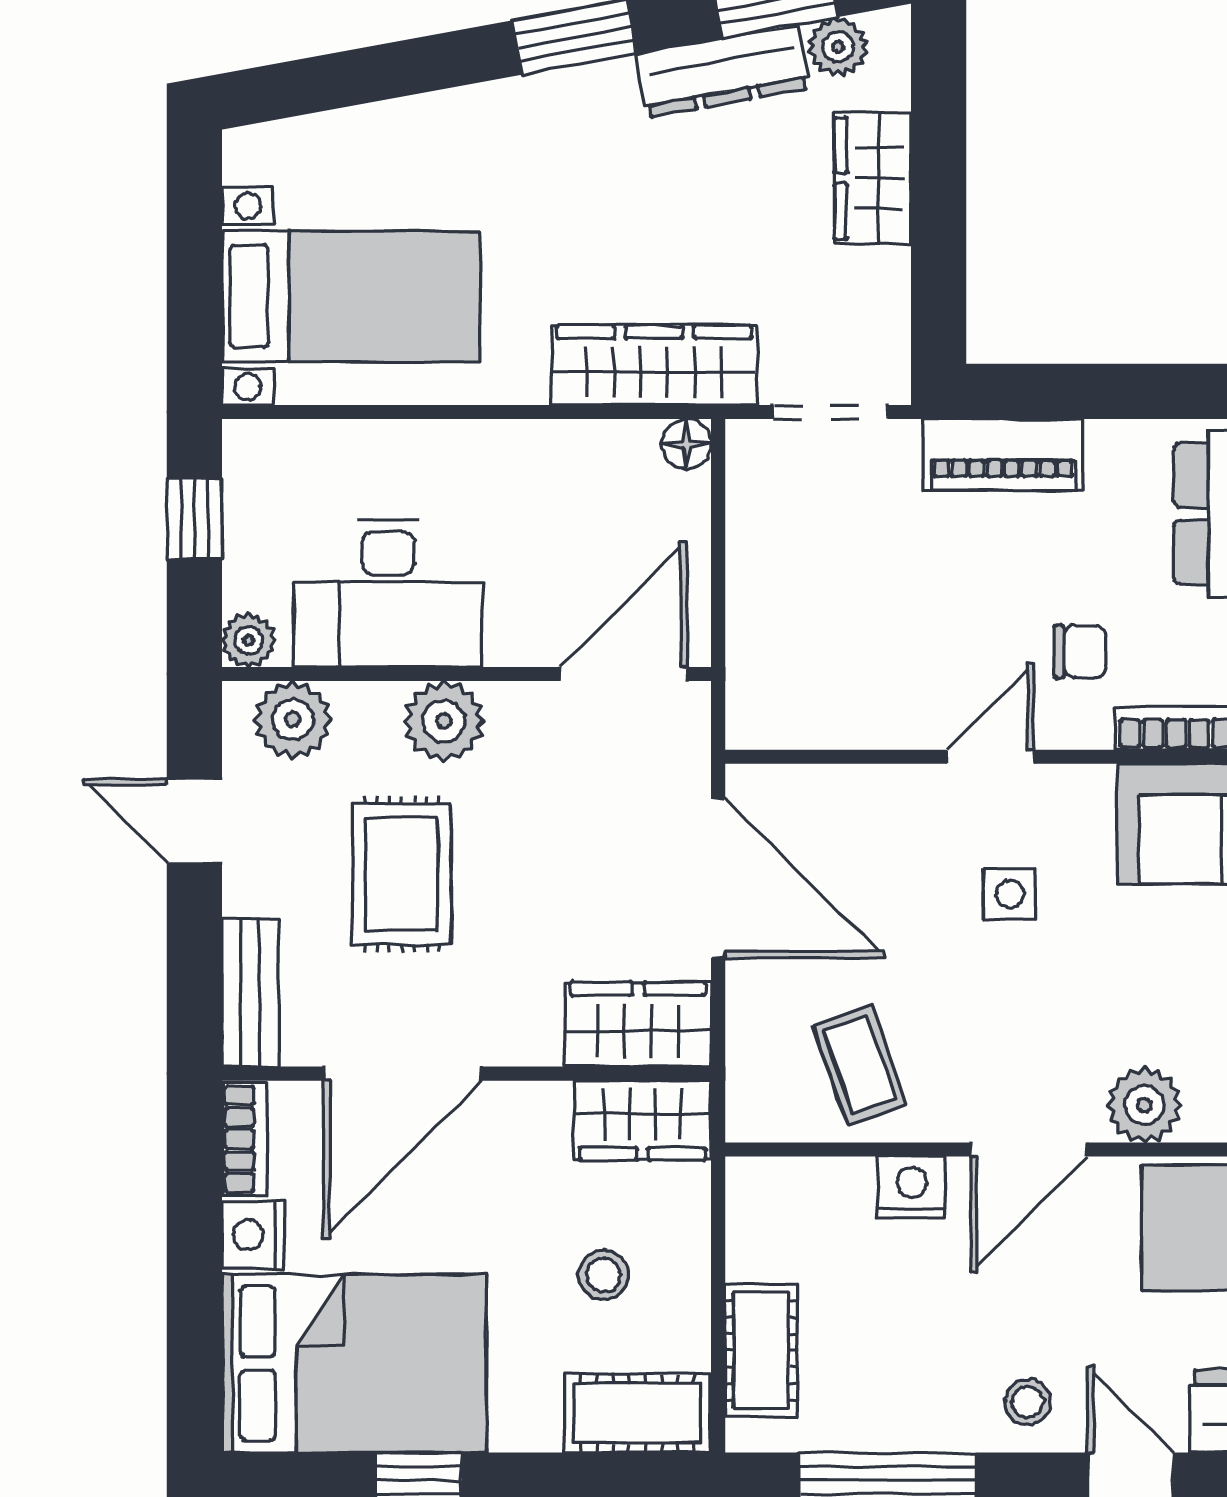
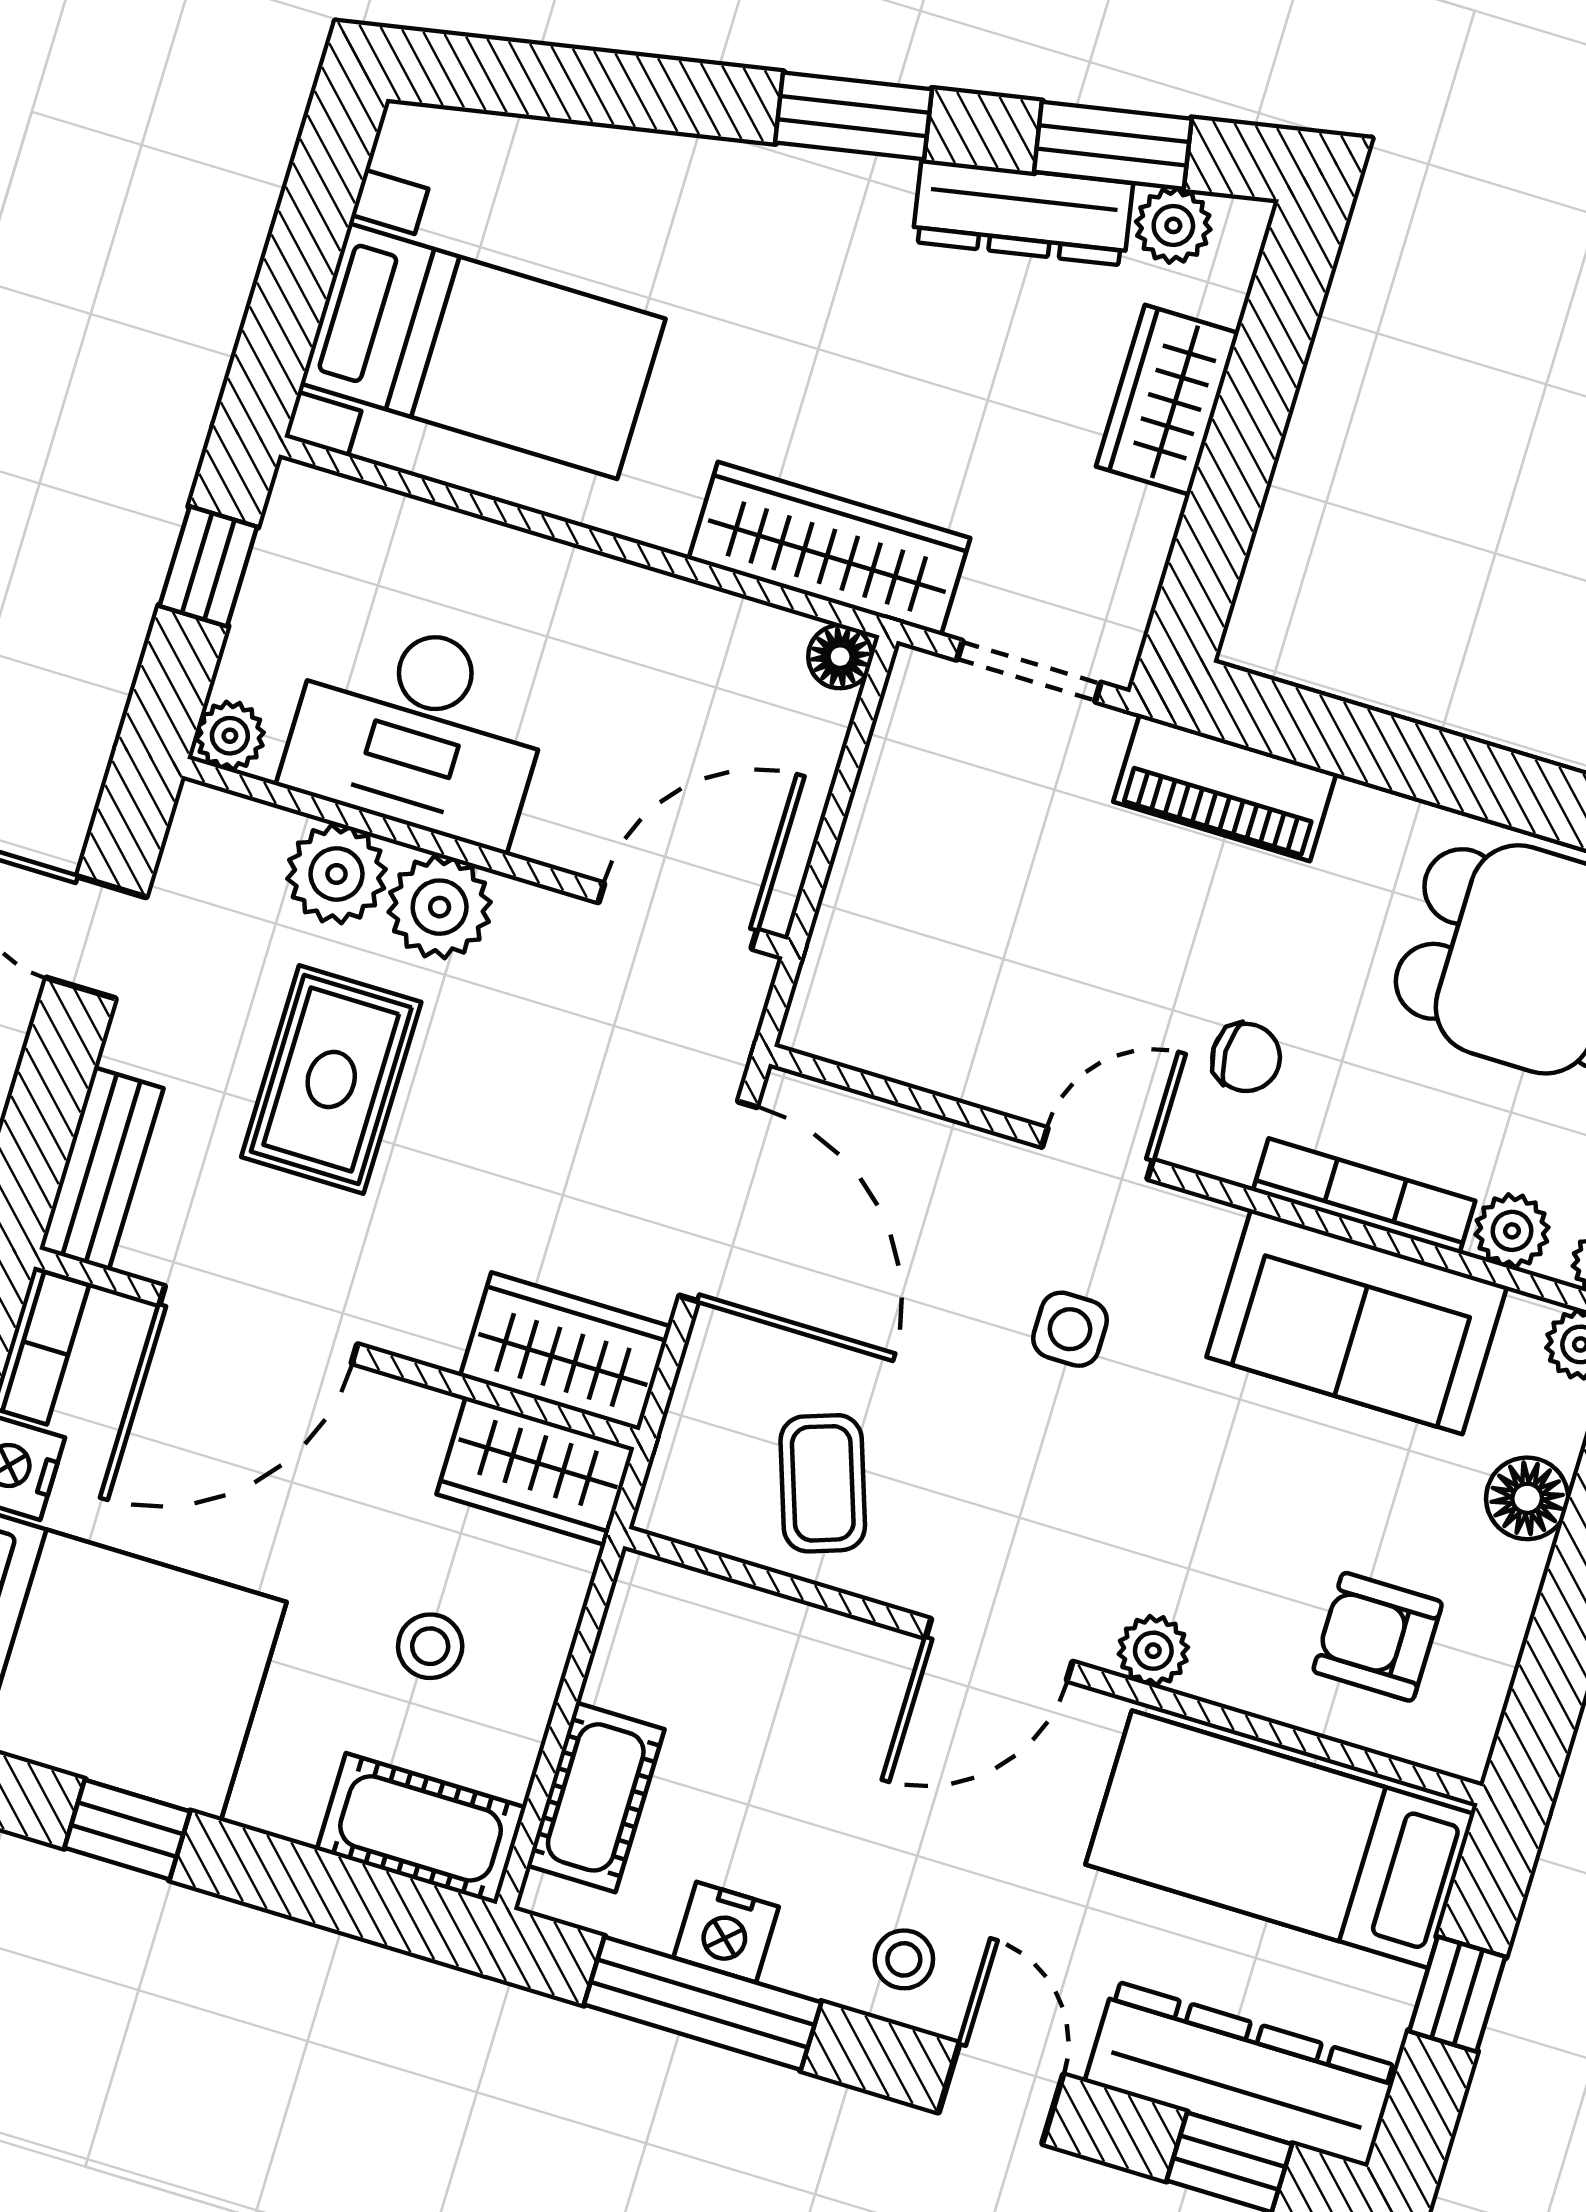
plant: (293, 720) -> (337, 874), moved
plant: (1144, 1105) -> (1153, 1651), width x0.73, depth x0.73
nightstand: (911, 1187) -> (726, 1932), moved, turned 180

